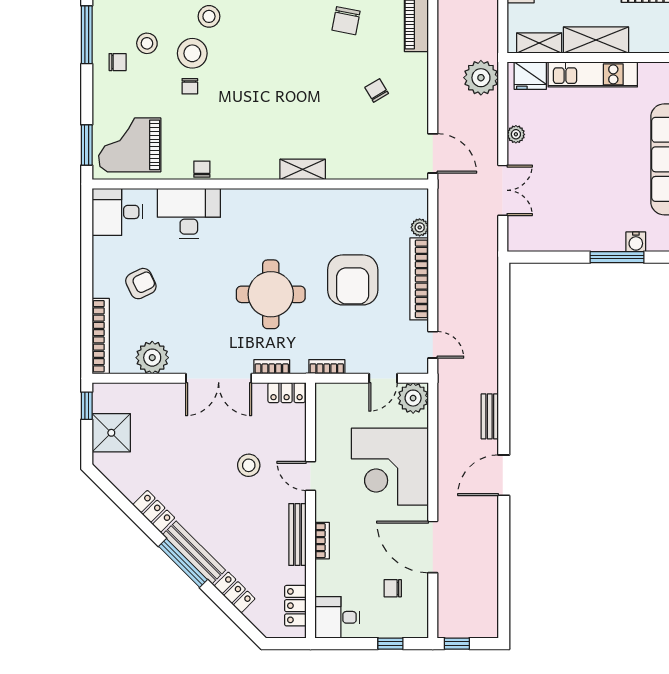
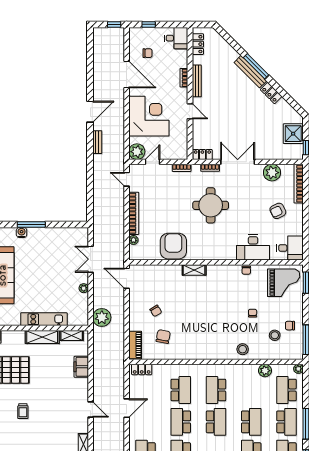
chair: (346, 21) -> (163, 337), moved
stool: (192, 53) -> (251, 330), removed
fridge: (530, 76) -> (76, 319), removed
armchair: (353, 280) -> (173, 246), moved
stool: (249, 465) -> (222, 117), removed
locker: (235, 592) -> (229, 51), removed

